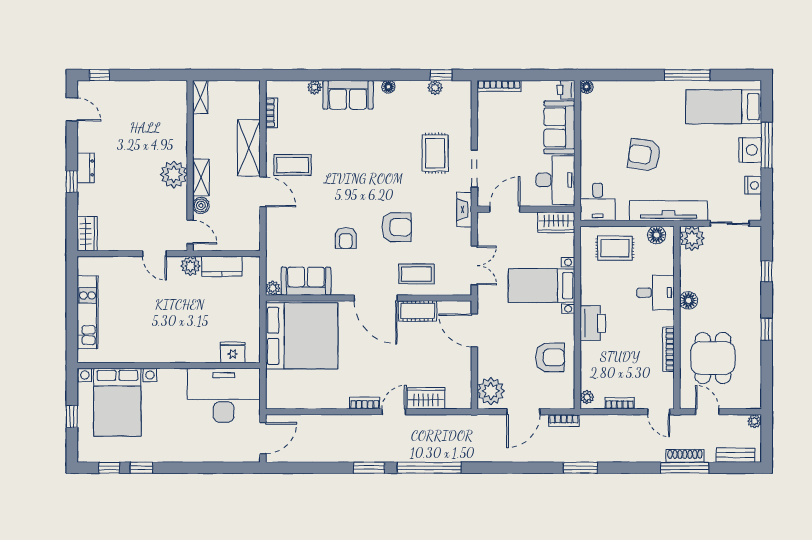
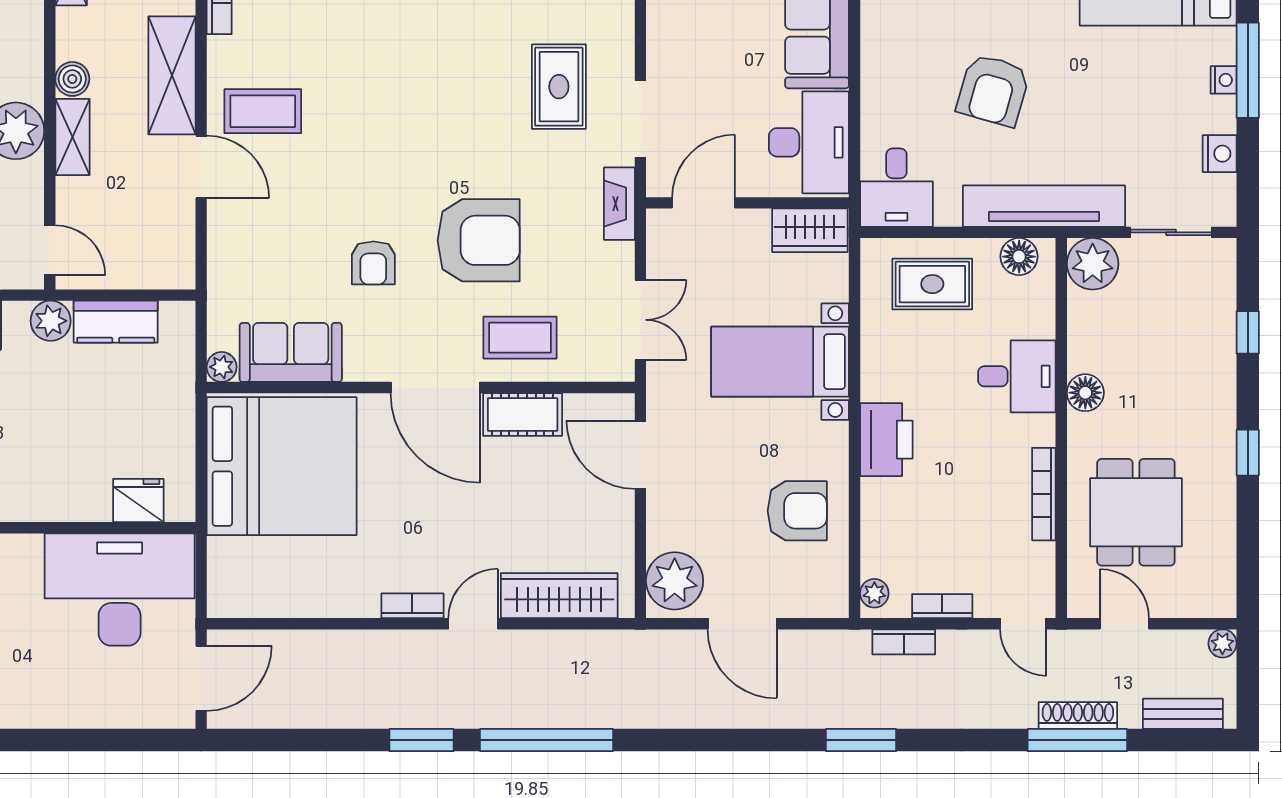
nightstand: (750, 150) -> (1224, 80), width x0.53, depth x0.56
armchair: (644, 155) -> (993, 90), turned -82
boiler: (201, 205) -> (72, 79), moved
armchair: (396, 227) -> (479, 240), width x1.36, depth x1.36
wardrobe: (426, 398) -> (559, 596), width x1.50
door: (523, 412) -> (742, 624), hinge flipped
bookcase: (564, 420) -> (904, 642), moved

